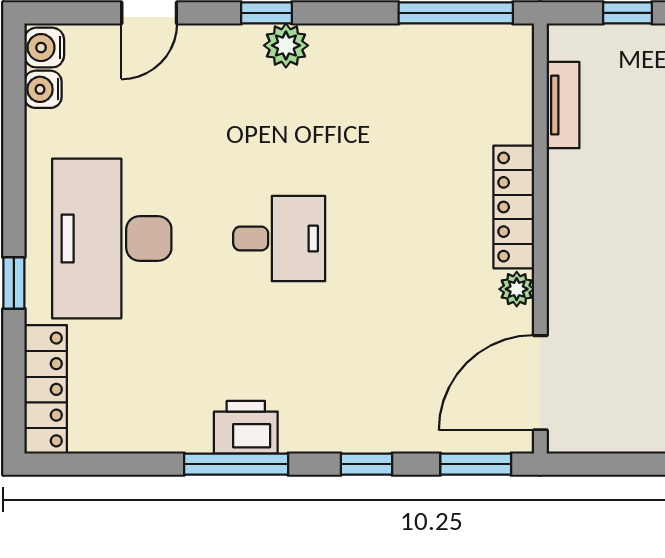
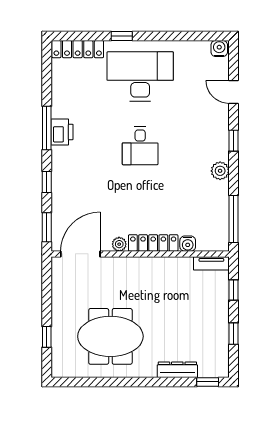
plant: (286, 45) -> (220, 171), moved
water cooler: (43, 89) -> (188, 244), moved, turned 180
tv unit: (563, 105) -> (211, 263), moved
door: (540, 383) -> (80, 254), hinge flipped

